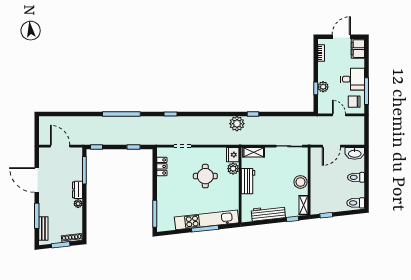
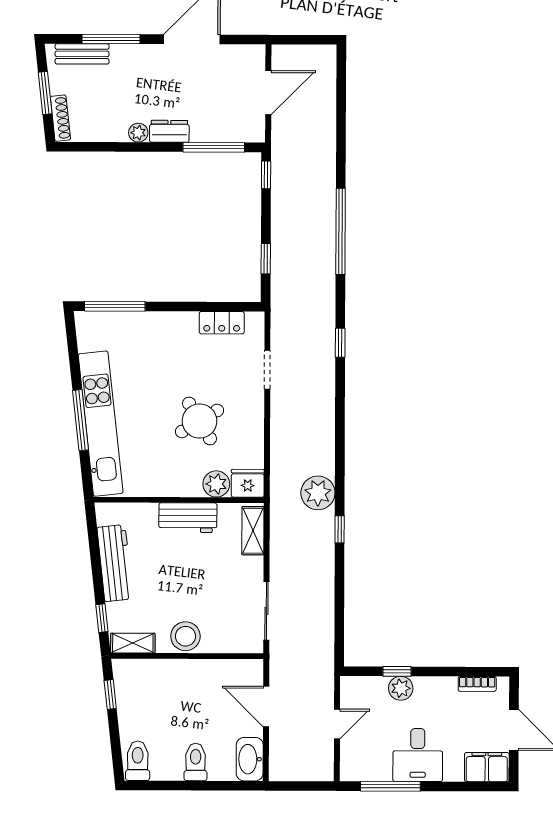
chair: (354, 102) -> (367, 758), removed
round table: (205, 176) -> (200, 421), turned -31

